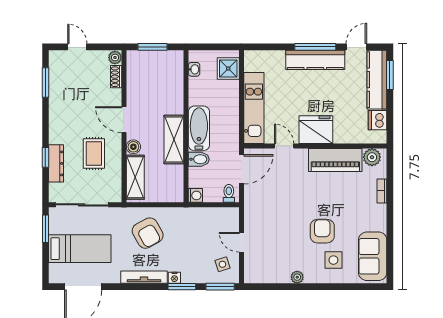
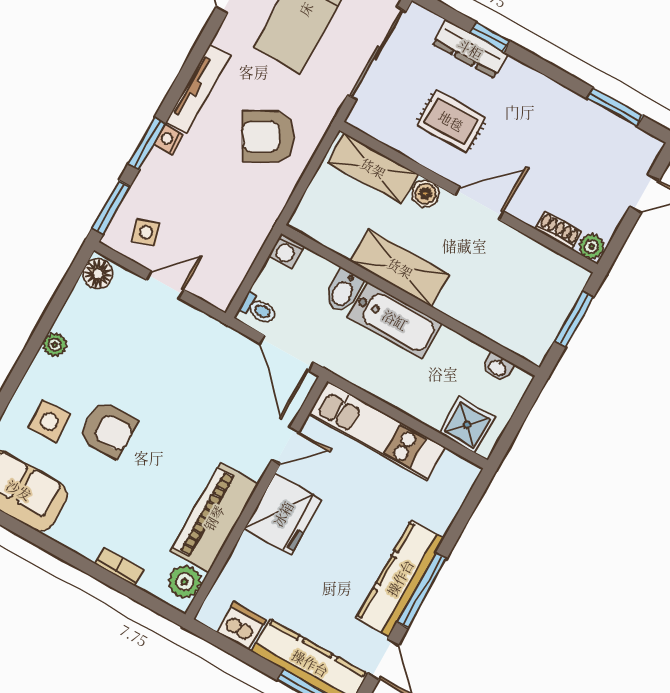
floor lamp: (254, 276) -> (98, 274), added

